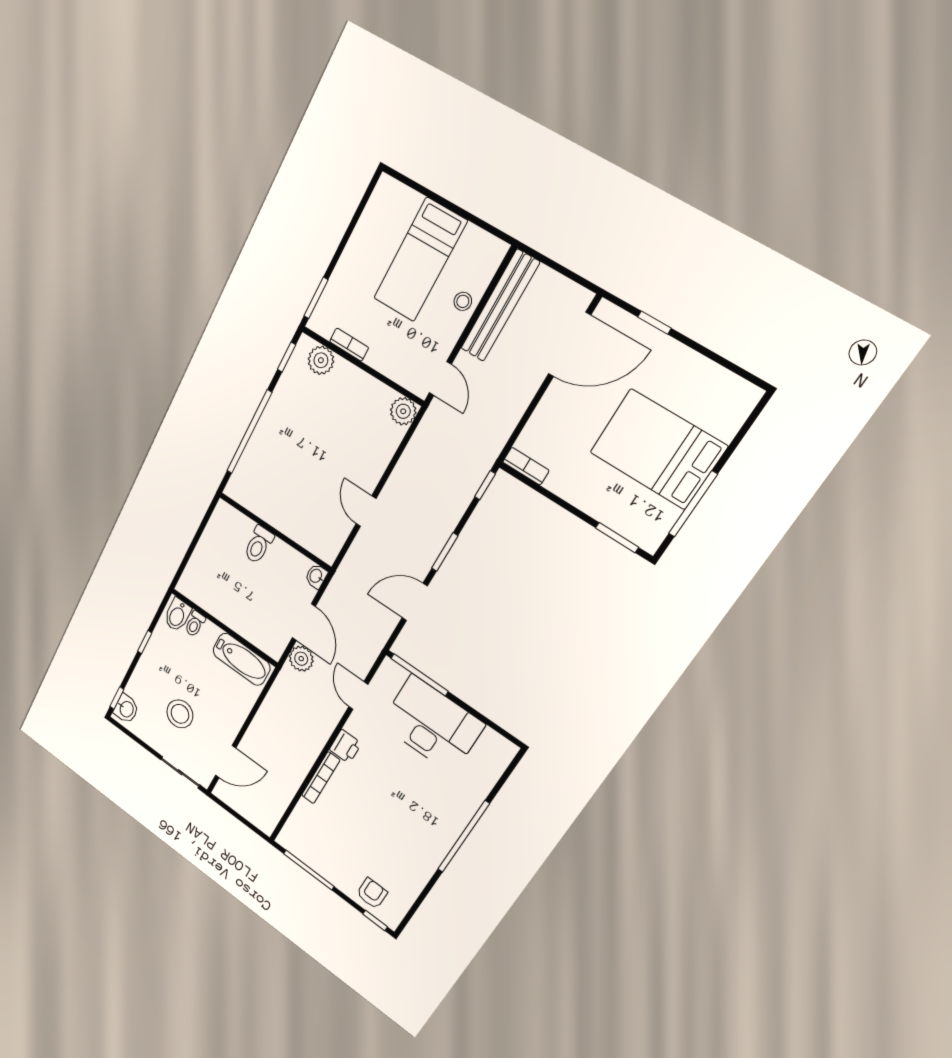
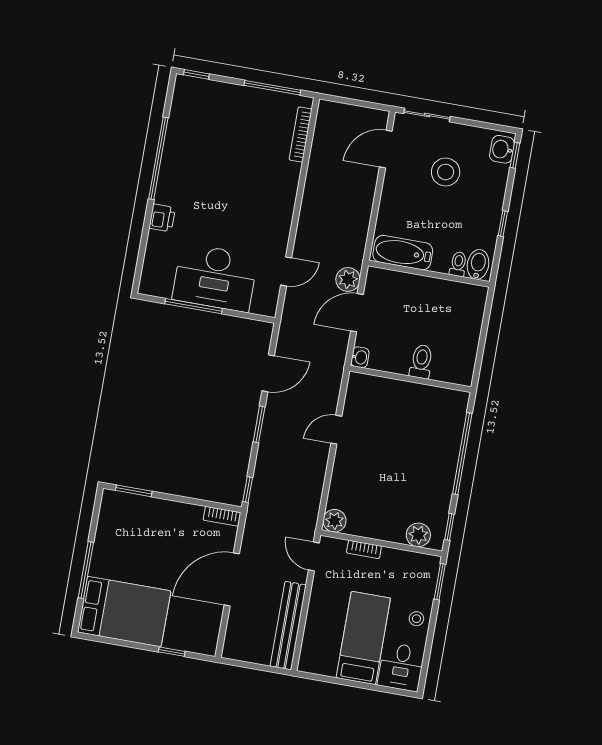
desk: (390, 209) -> (401, 667), added
stool: (463, 301) -> (416, 619), moved
bookcase: (349, 345) -> (364, 549), moved
door: (570, 345) -> (232, 579), moved
bed: (658, 449) -> (124, 612), moved
window: (693, 504) -> (86, 570), moved
door: (366, 511) -> (336, 430), swing flipped
door: (304, 622) -> (357, 313), hinge flipped
window: (419, 675) -> (194, 306), moved
door: (358, 696) -> (286, 271), hinge flipped
printer: (345, 746) -> (162, 218), moved, turned 180
bookcase: (321, 778) -> (301, 135), moved
window: (463, 837) -> (158, 158), moved
armchair: (372, 893) -> (209, 98), removed

